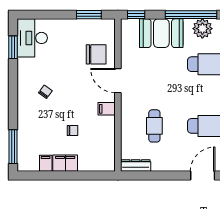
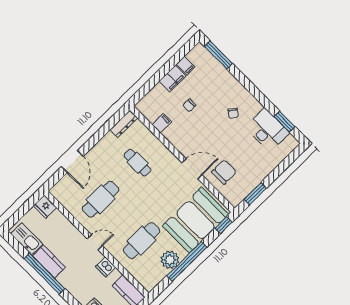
booth: (161, 33) -> (196, 220), width x1.36, depth x1.42
desk: (32, 38) -> (267, 130), moved
chair: (96, 54) -> (224, 172), turned 180
filing cabinet: (107, 109) -> (162, 123), moved

